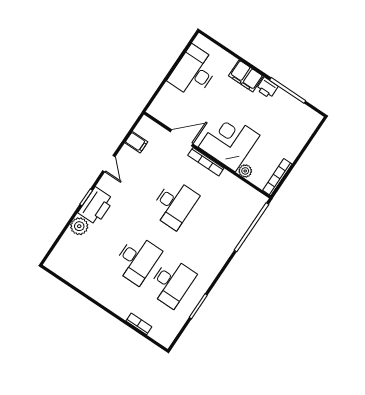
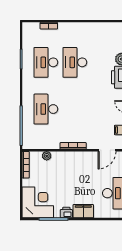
door: (182, 138) -> (107, 150), moved
corner desk: (229, 141) -> (38, 202), moved, turned -90
desk: (174, 204) -> (46, 109), moved

